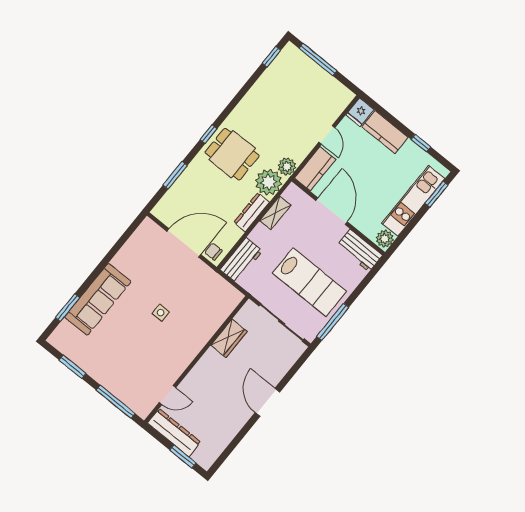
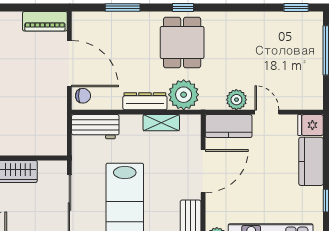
door: (327, 135) -> (267, 112), swing flipped
plant: (287, 166) -> (236, 100), moved
piano: (141, 236) -> (45, 21), added
chair: (213, 252) -> (83, 96), turned 90

